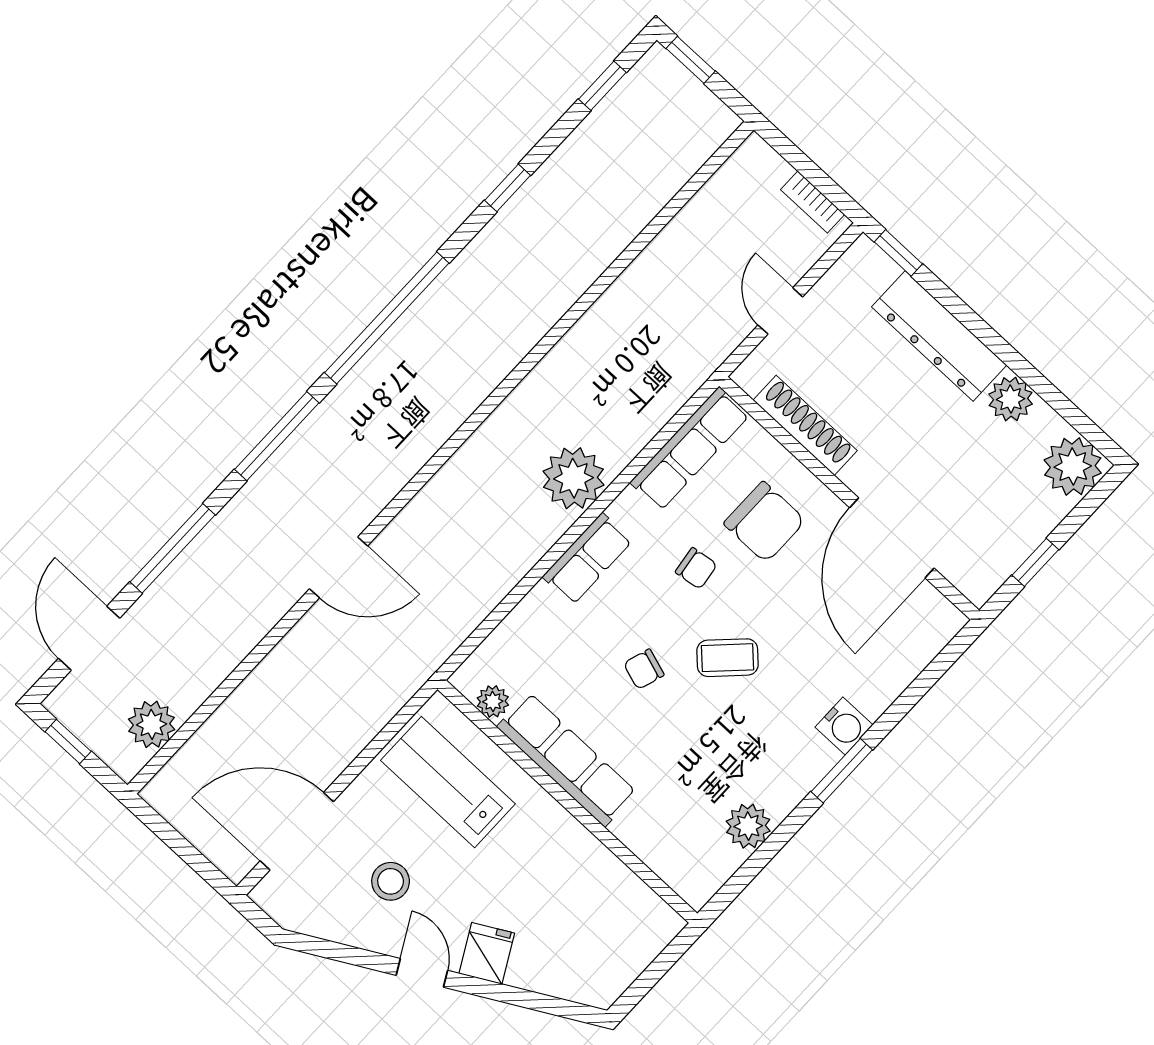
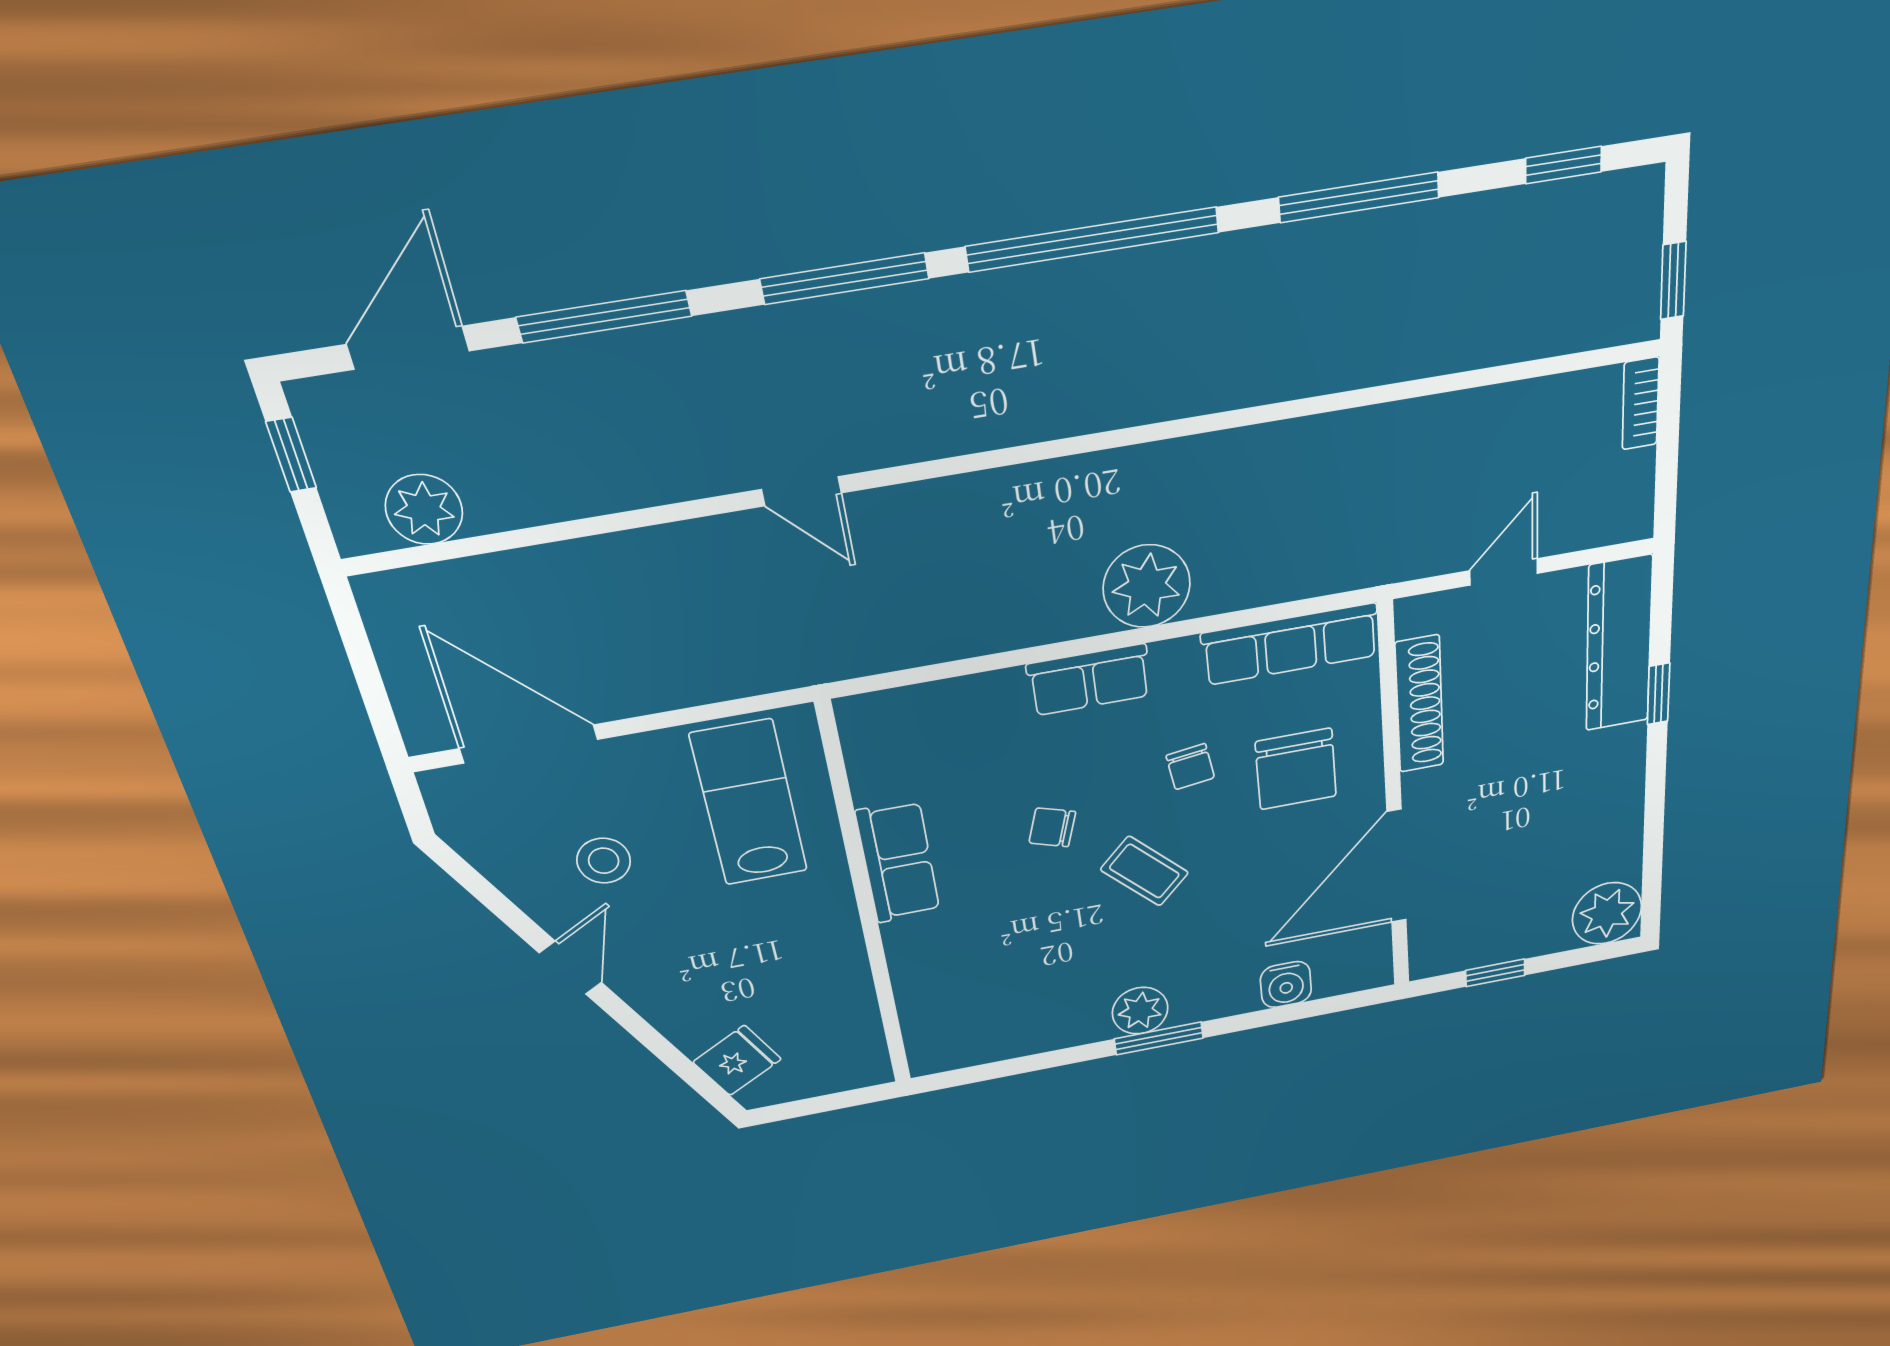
window: (691, 60) -> (1673, 281), moved
window: (508, 188) -> (1359, 197), width x2.17
bookcase: (813, 202) -> (1641, 404), moved
window: (898, 253) -> (1658, 694), moved
dresser: (939, 336) -> (1619, 644), moved
plant: (1011, 399) -> (1618, 816), removed
door: (339, 567) -> (802, 491), width x0.73
plant: (493, 701) -> (866, 755), removed
water cooler: (844, 726) -> (1286, 985), moved
row of seats: (567, 760) -> (898, 862), width x0.68
plant: (748, 826) -> (1140, 1011), moved
fridge: (487, 953) -> (737, 1060), moved

